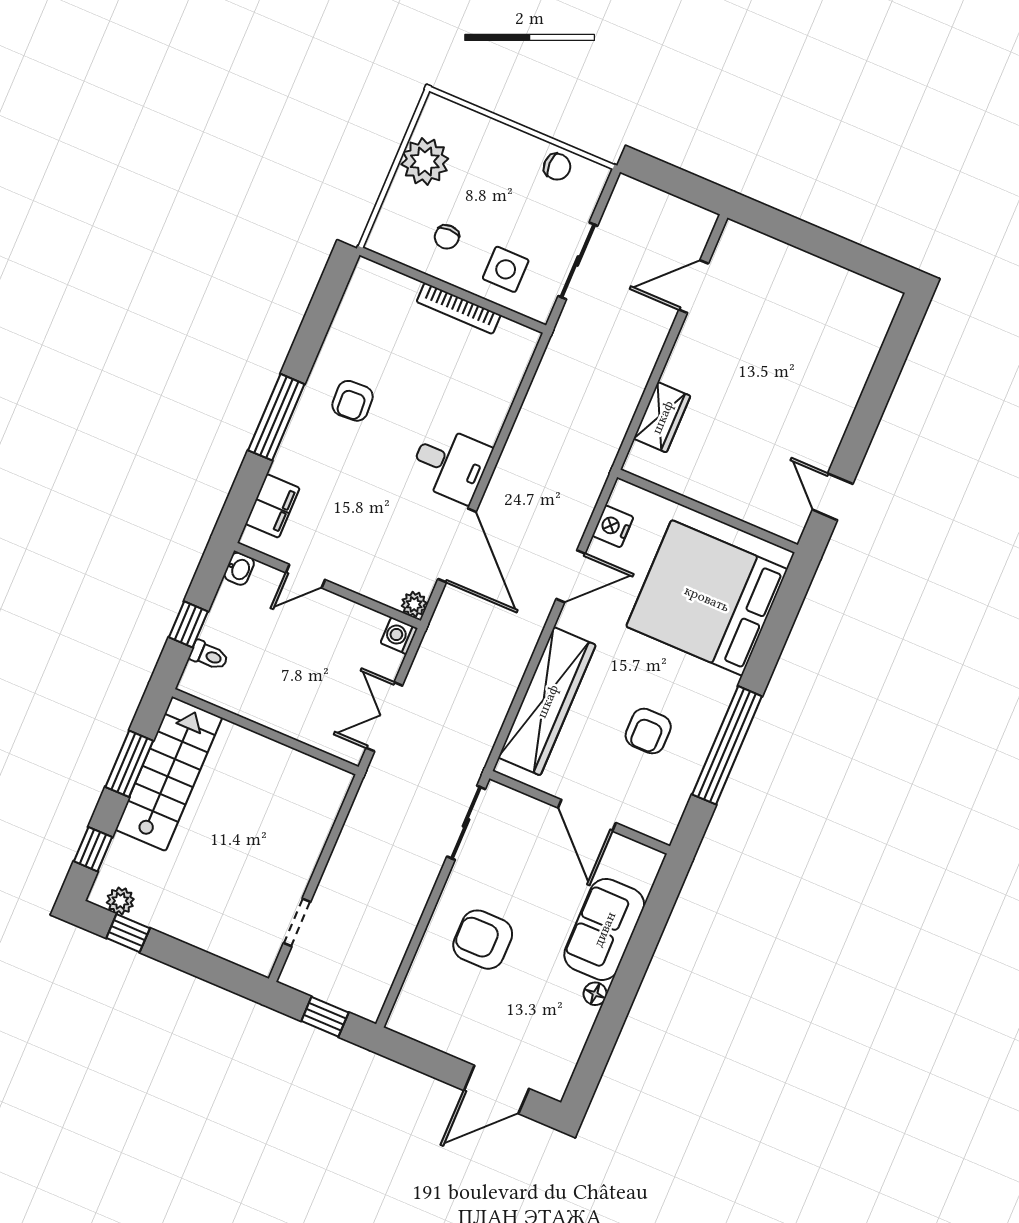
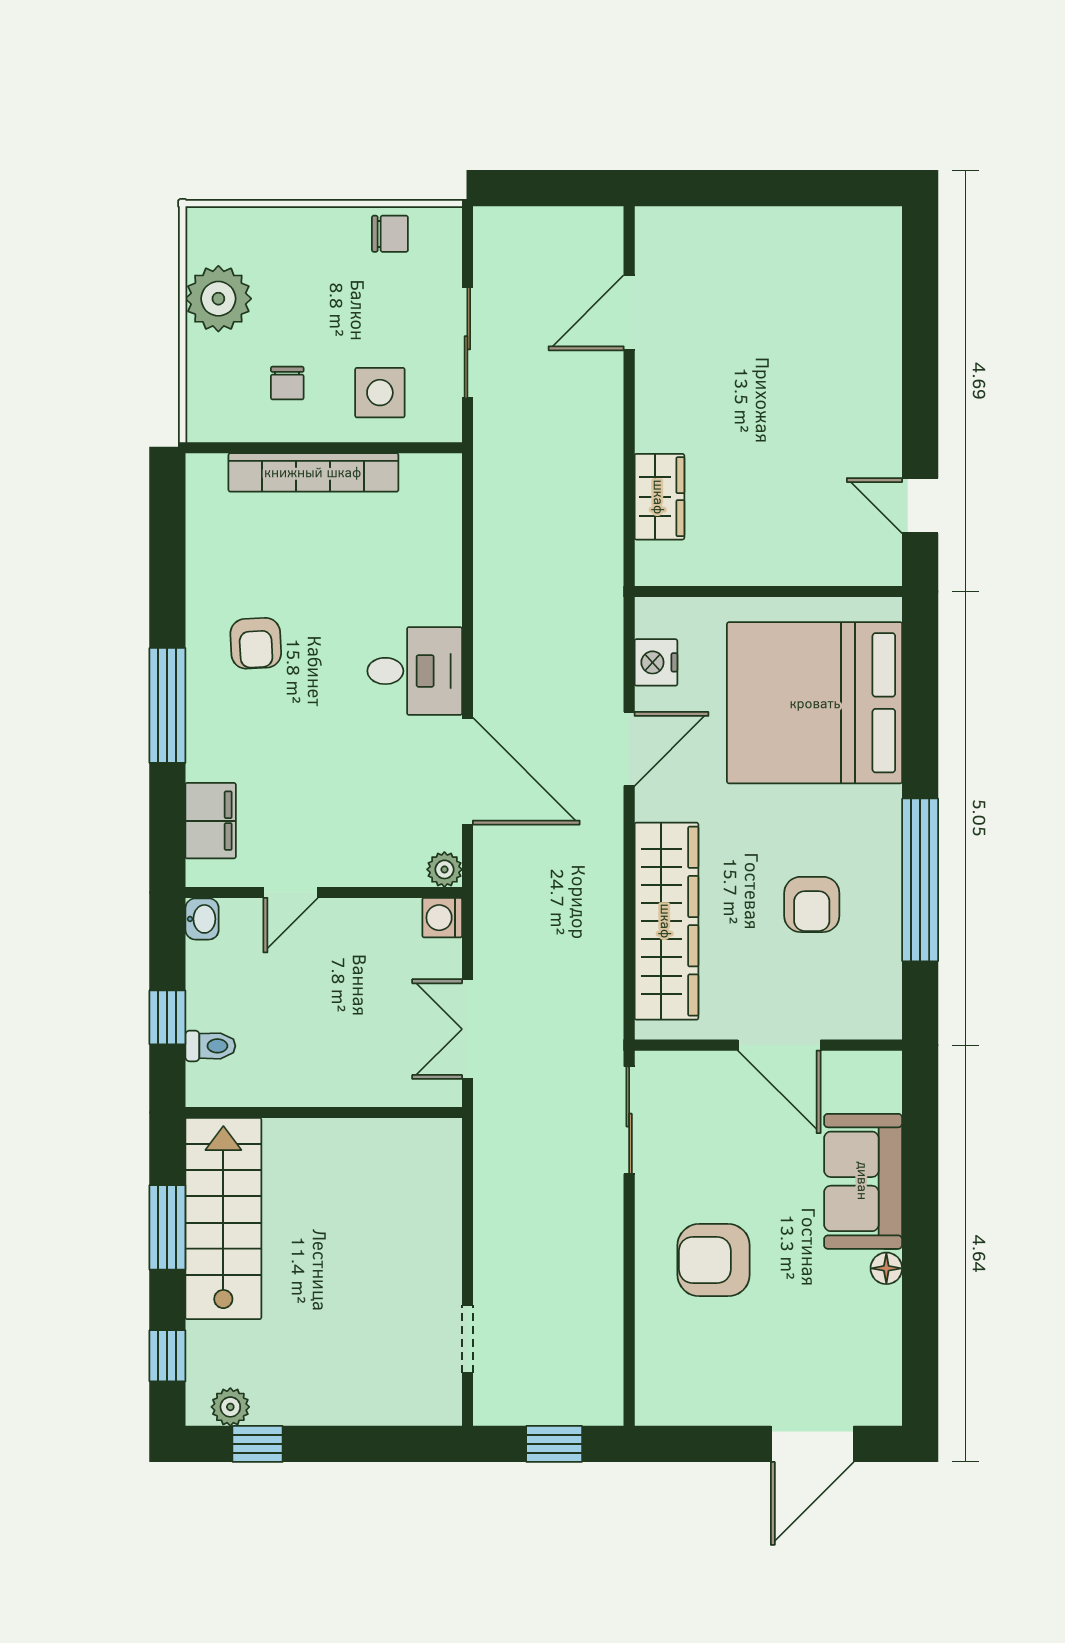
bookcase: (459, 308) -> (313, 472), width x1.48, depth x1.31

